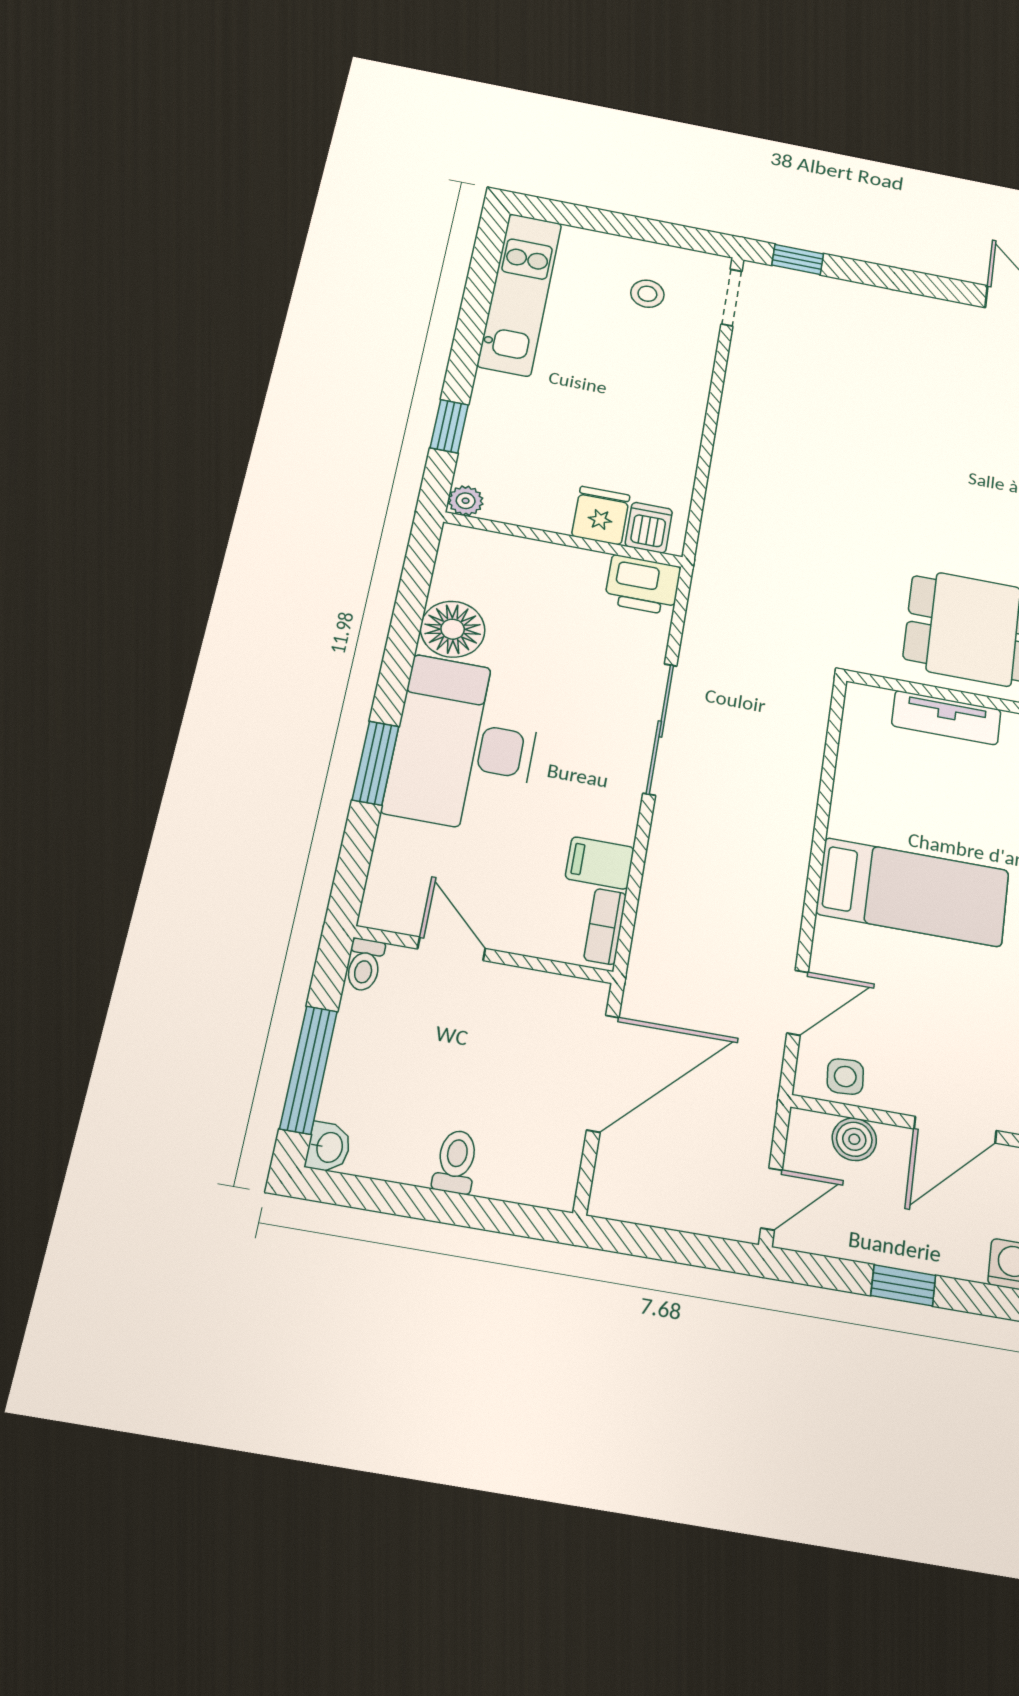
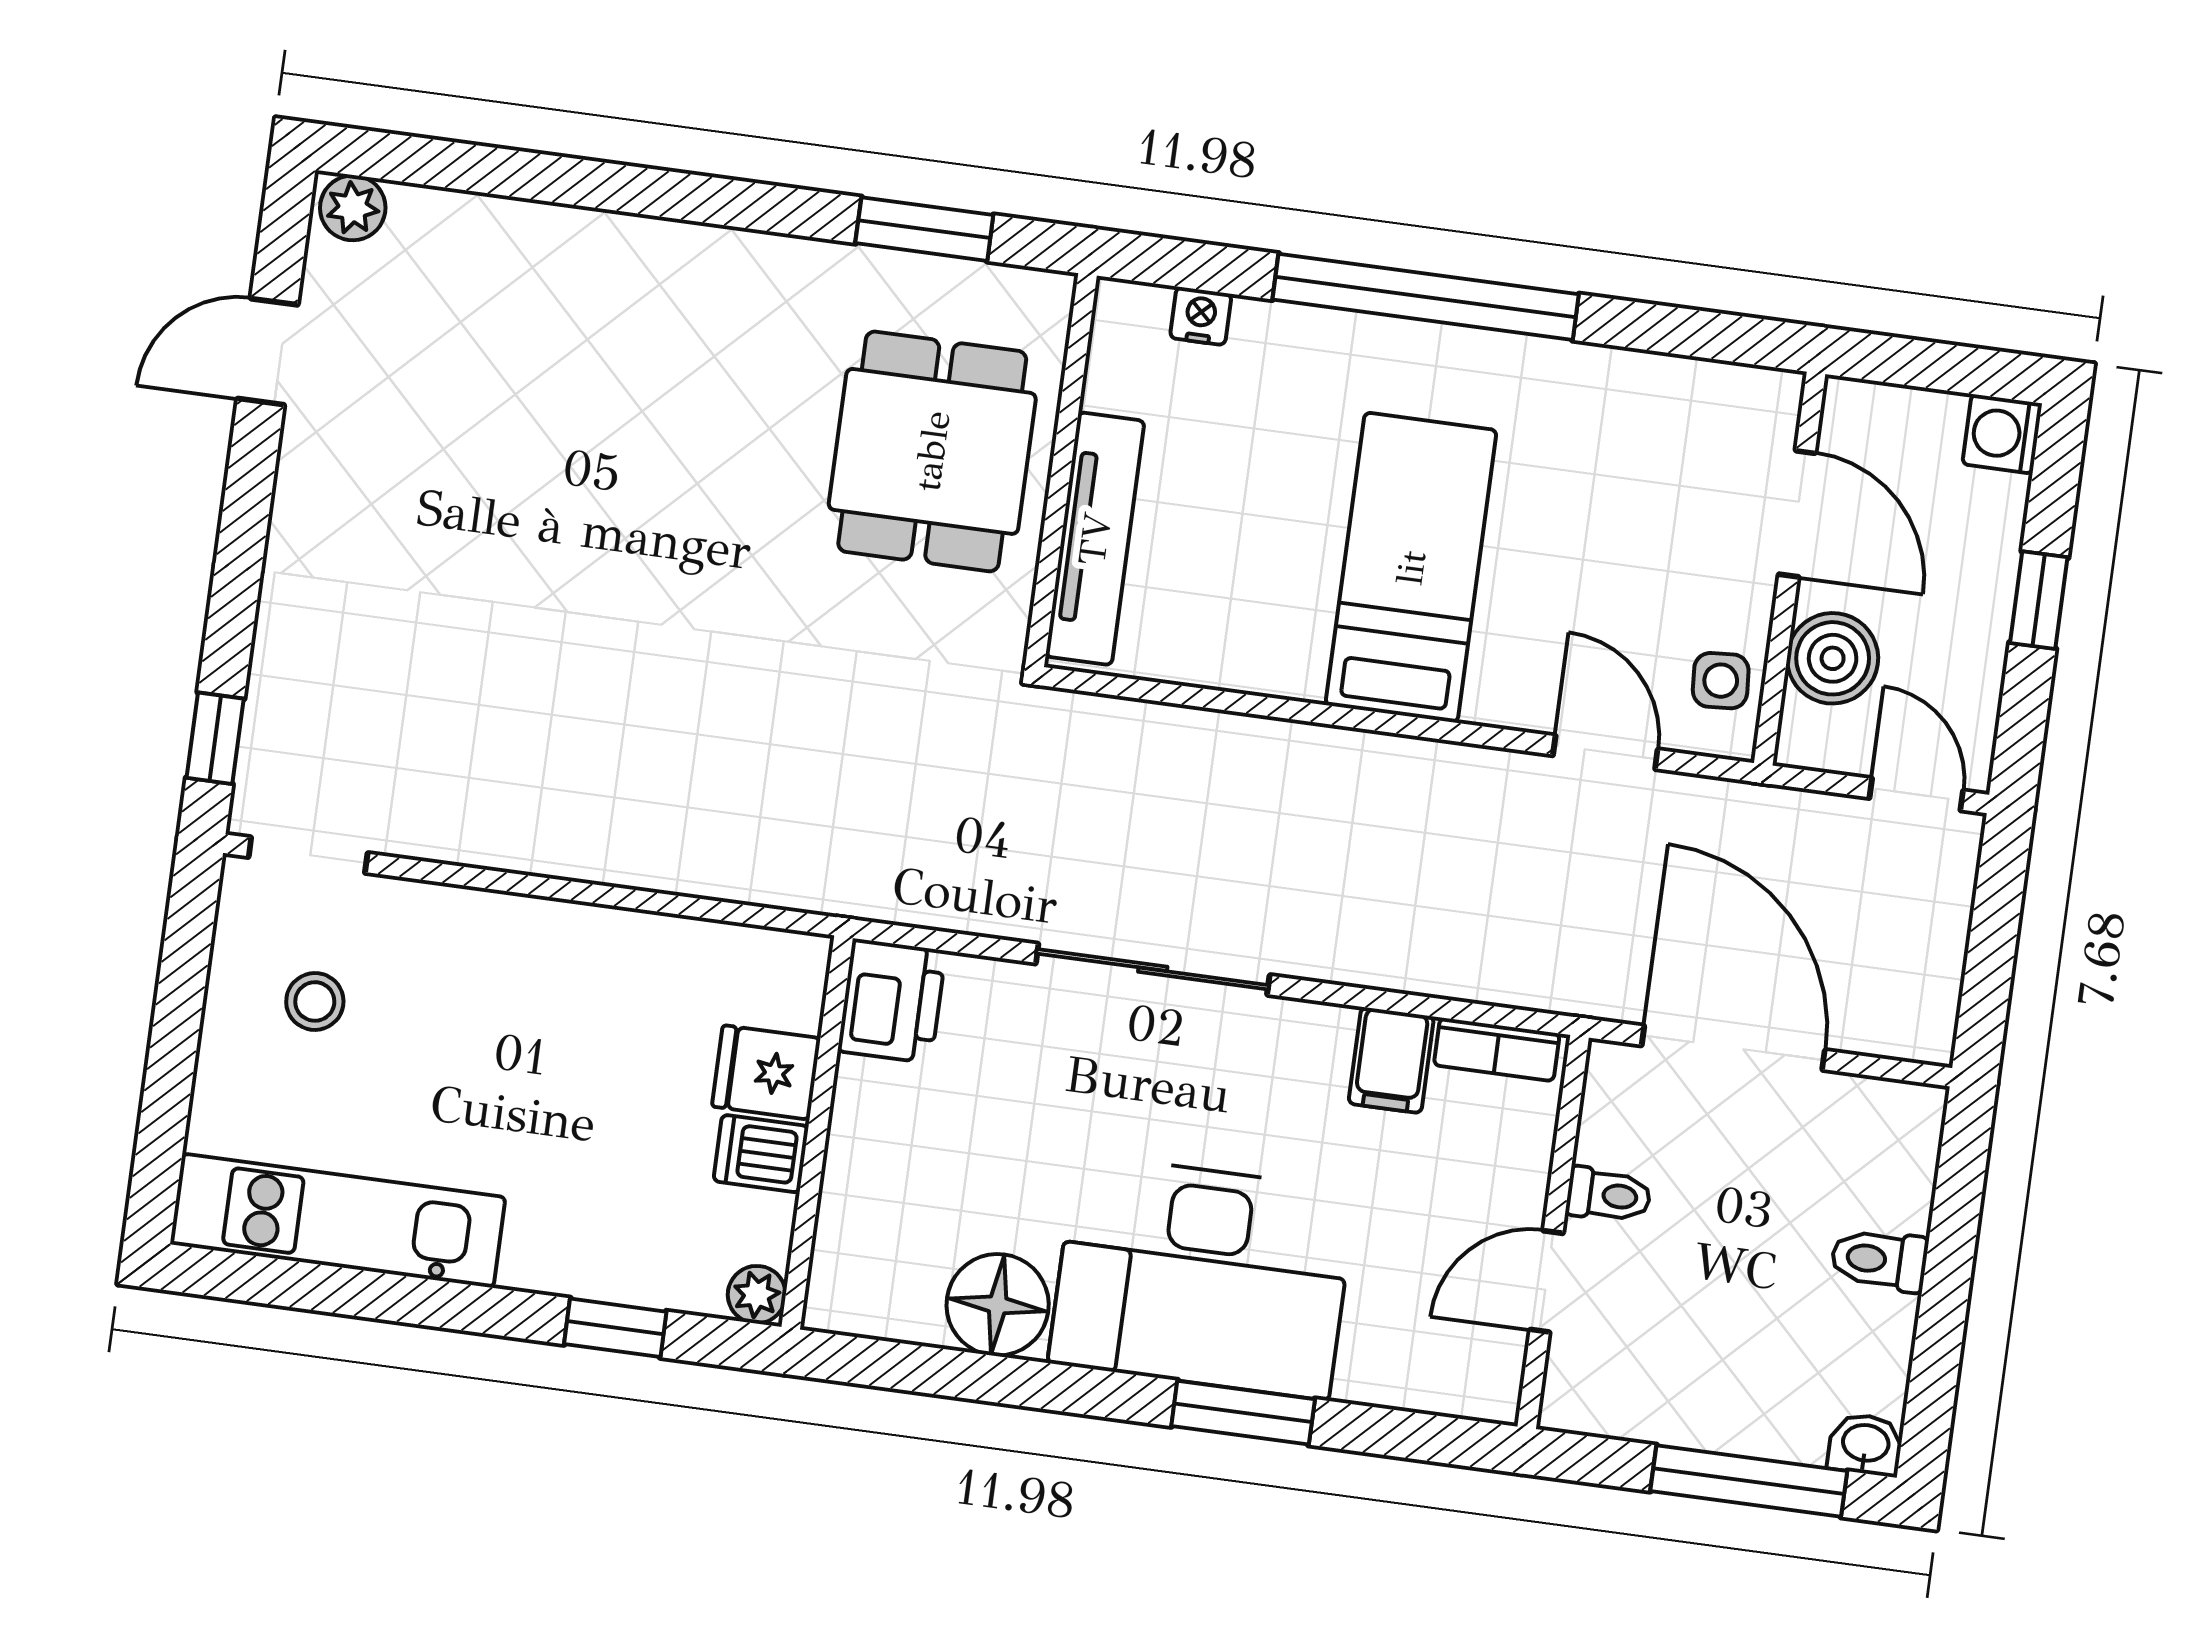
dishwasher: (649, 528) -> (761, 1154), moved
tv unit: (946, 718) -> (1095, 539), width x1.41
toilet: (365, 965) -> (1609, 1195), moved
boiler: (854, 1139) -> (1833, 658), width x1.36, depth x1.36

